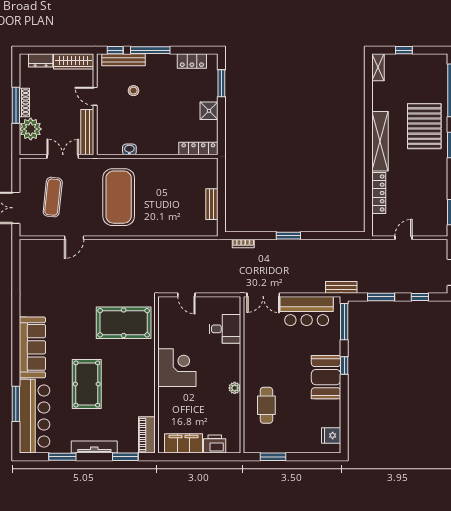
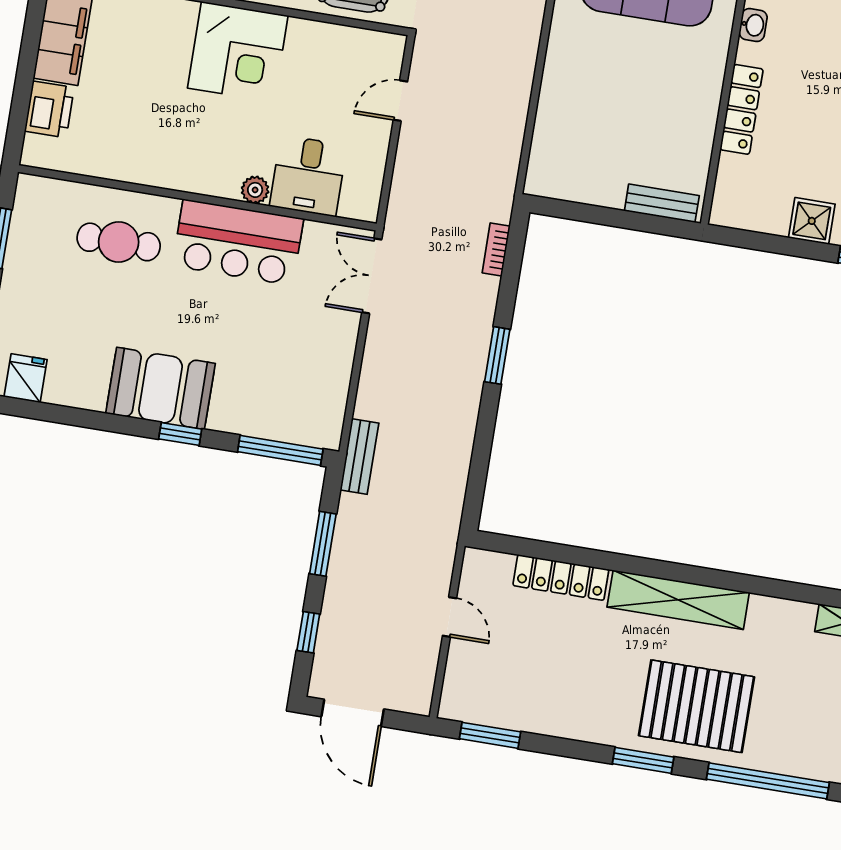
locker: (198, 149) -> (742, 109), moved
bench: (212, 204) -> (662, 203), moved
bar counter: (307, 311) -> (238, 242), moved, turned -90
plant: (235, 388) -> (255, 190), moved

